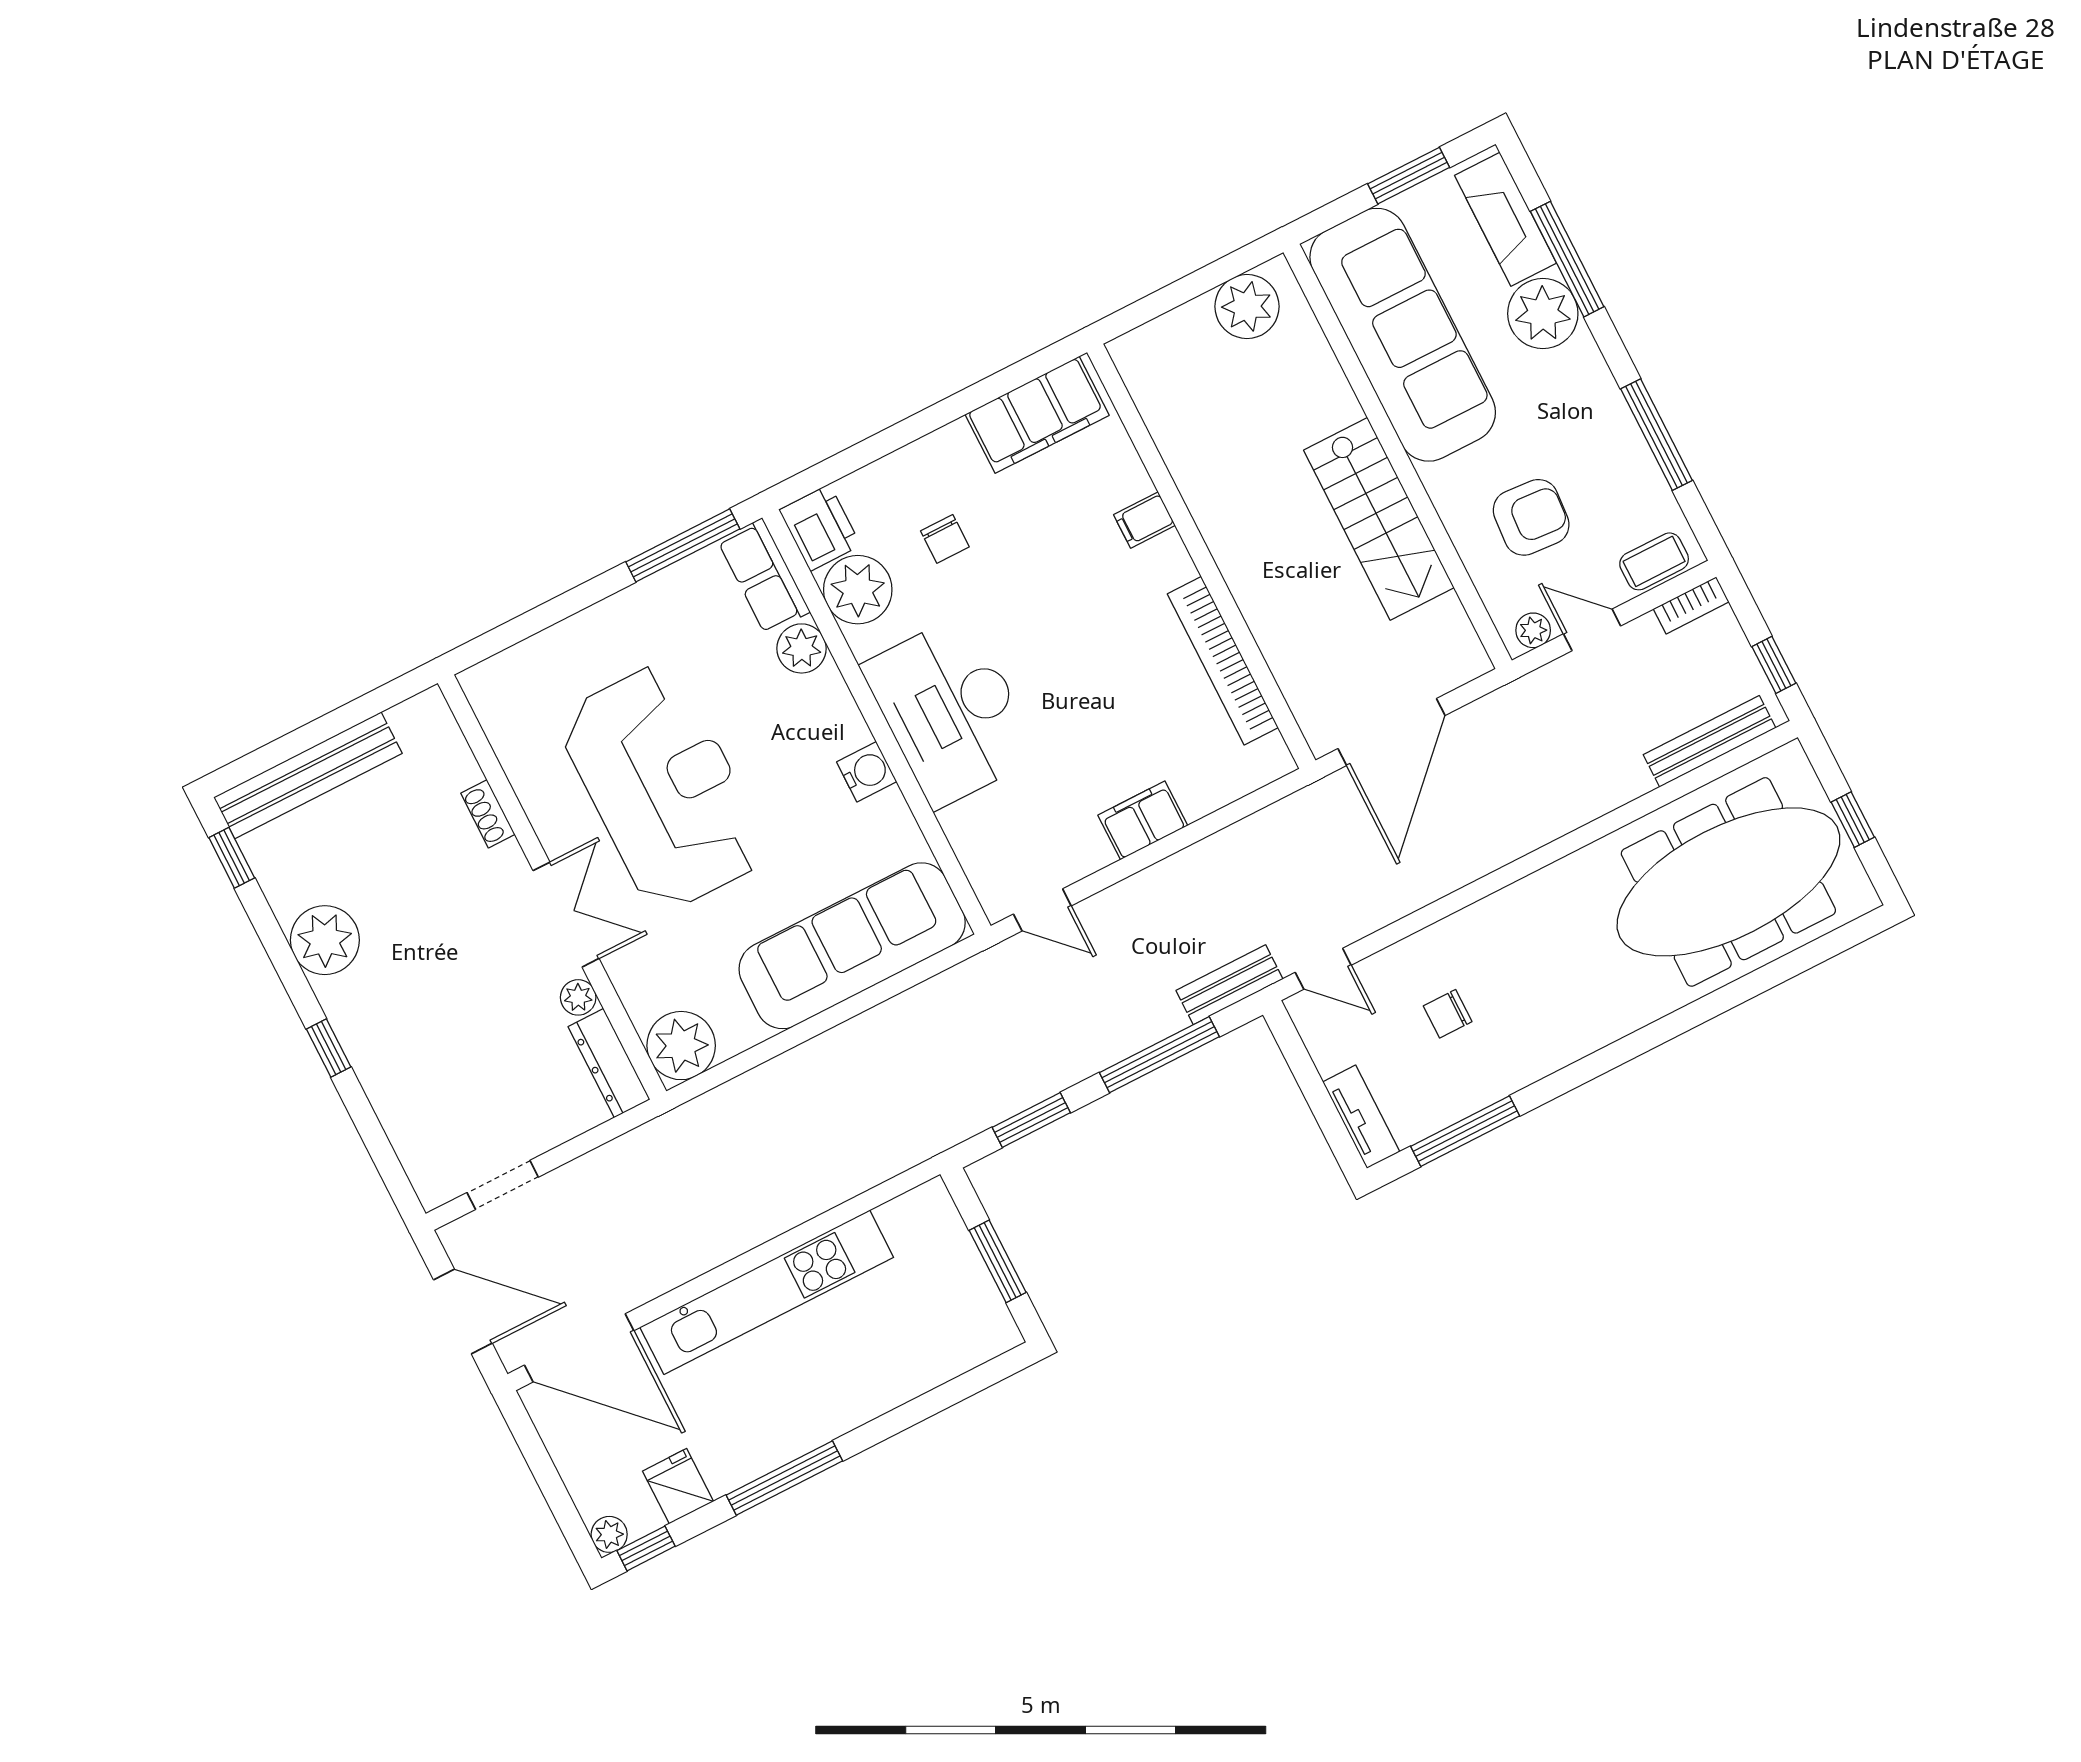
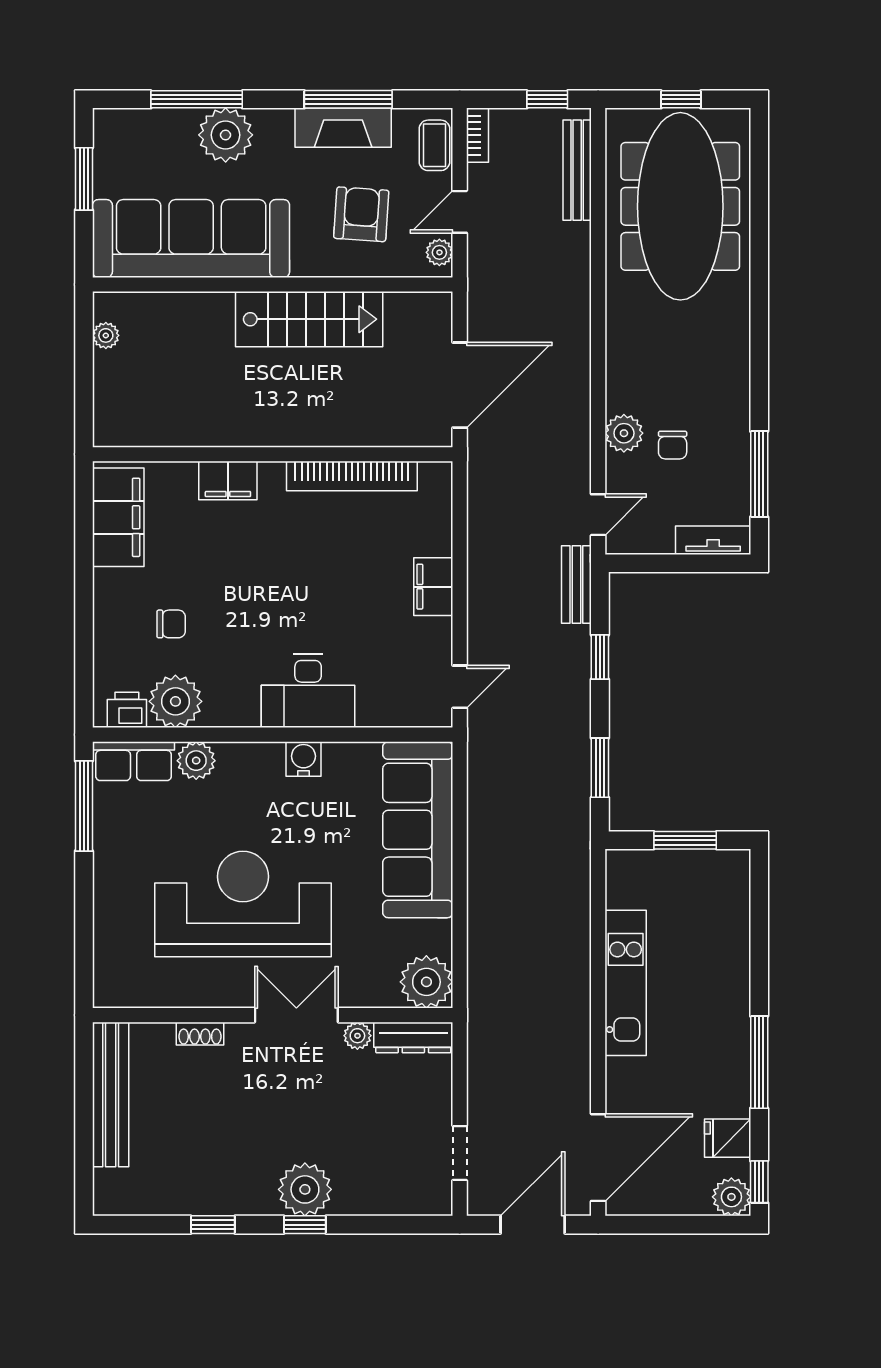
fireplace: (1505, 219) -> (343, 128), moved
plant: (1247, 306) -> (106, 335), width x0.53, depth x0.53
filing cabinet: (1144, 520) -> (228, 480), width x2.00
printer: (820, 528) -> (127, 710), width x0.73, depth x0.81
desk: (951, 711) -> (308, 691), width x0.73, depth x0.77
door: (1392, 732) -> (460, 385), hinge flipped
bench: (308, 775) -> (111, 1094), moved
window: (232, 858) -> (213, 1225), moved
plant: (325, 940) -> (305, 1189), moved
plant: (1433, 951) -> (624, 433), added
window: (1159, 1055) -> (600, 657), width x0.46
kitchen unit: (767, 1292) -> (626, 983), width x0.73
plant: (609, 1534) -> (731, 1197), width x1.38, depth x1.38

